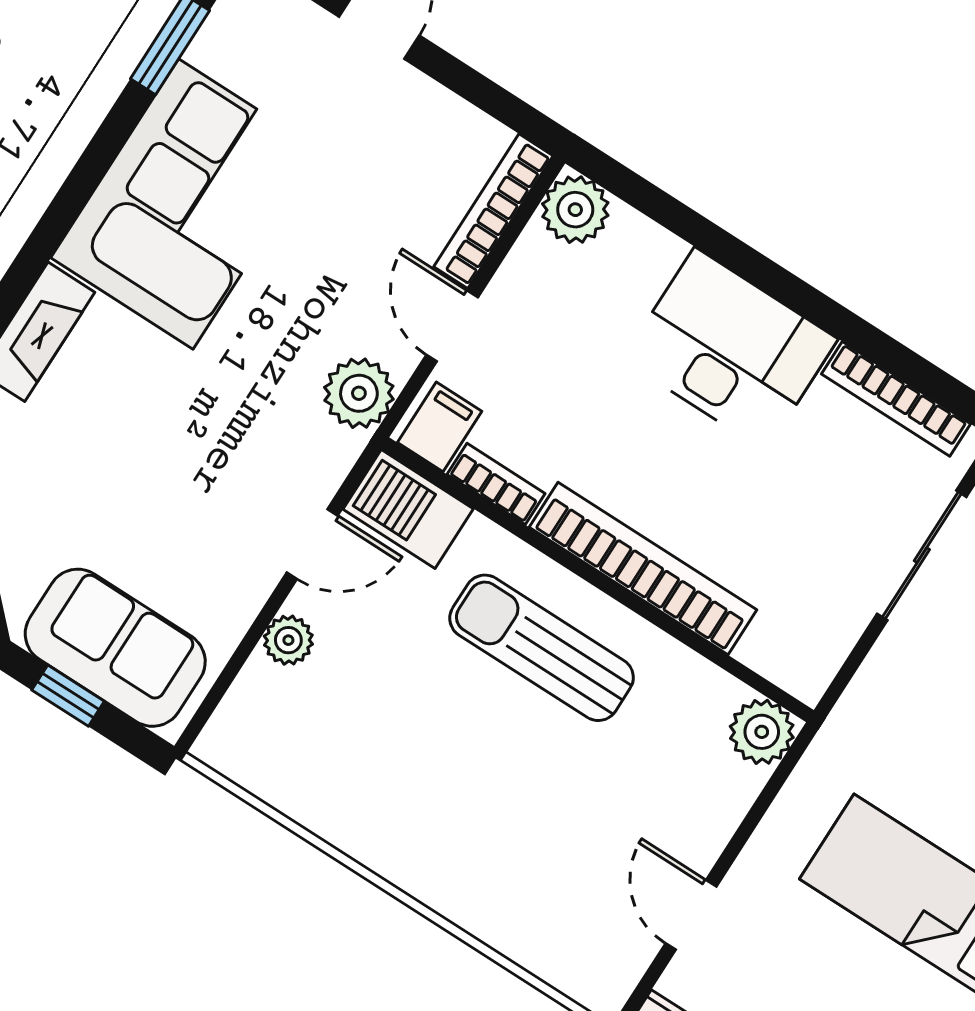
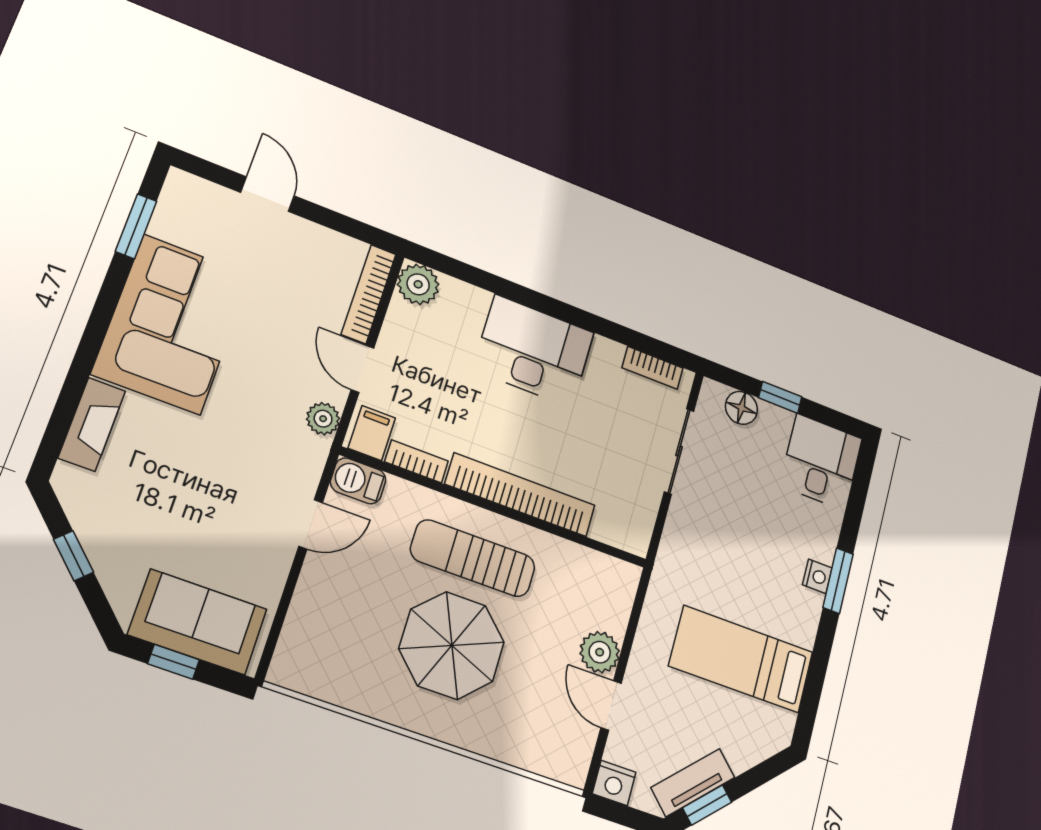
plant: (359, 393) -> (323, 419), width x0.73, depth x0.73
bookcase: (896, 399) -> (653, 368), width x0.64
barbecue: (408, 509) -> (358, 481), width x0.73, depth x0.79
plant: (288, 640) -> (312, 590), removed
plant: (762, 732) -> (600, 652), moved
parasol: (473, 768) -> (452, 645), added

